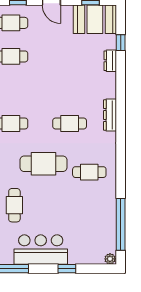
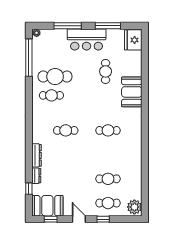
dresser: (110, 115) -> (36, 155), moved
cafe table: (43, 164) -> (55, 77), moved
window: (67, 269) -> (68, 26), width x2.17

